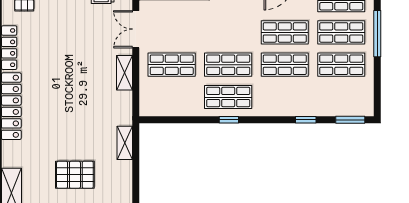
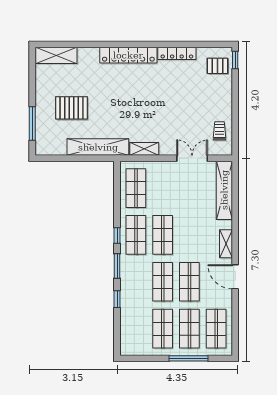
shop shelf: (172, 65) -> (136, 188), moved
shelving: (125, 73) -> (144, 149), moved
window: (350, 120) -> (117, 266), moved
shelving: (125, 143) -> (98, 147), width x2.20, depth x1.33
pallet: (75, 175) -> (71, 108), turned 90

